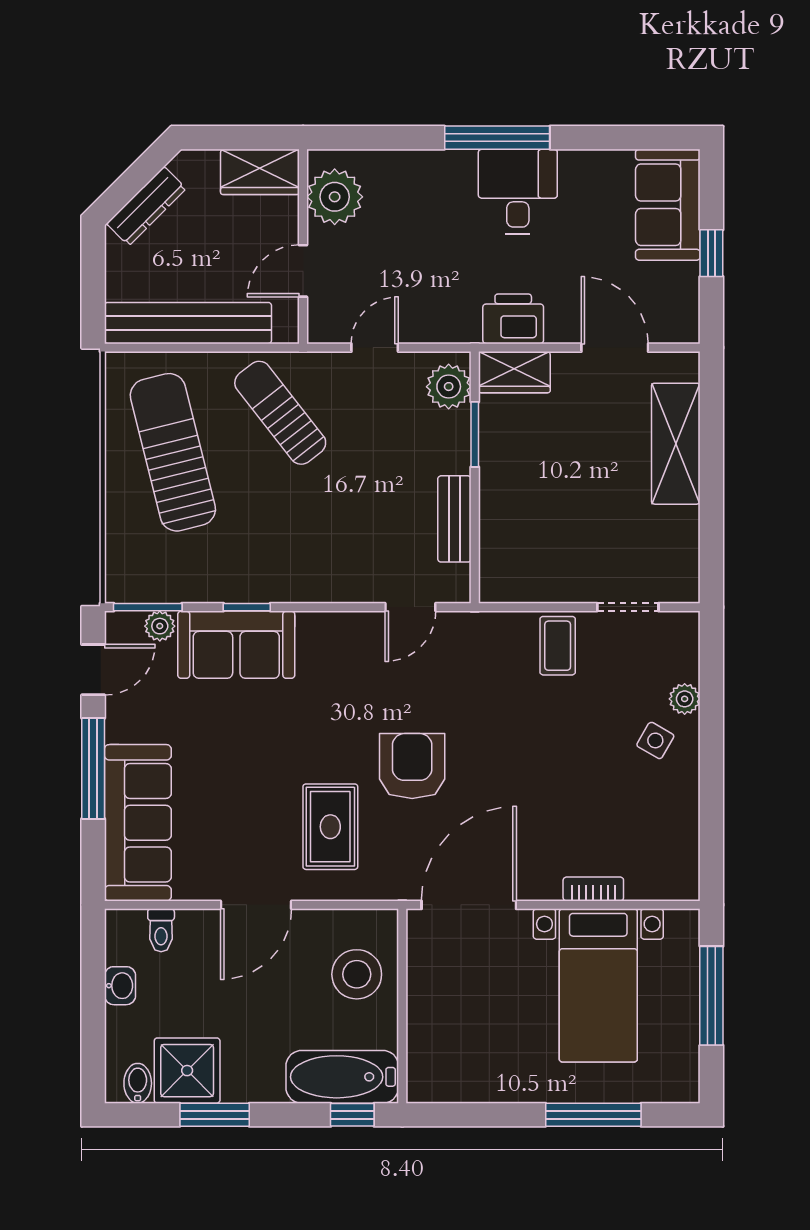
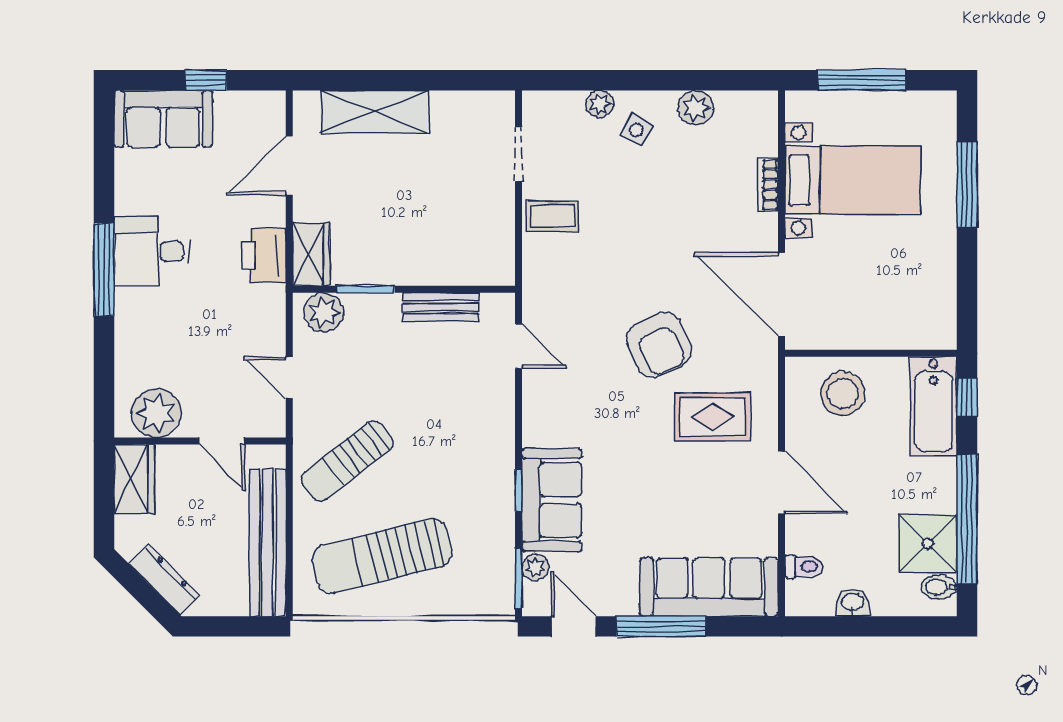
armchair: (412, 766) -> (659, 345), turned -114
plant: (680, 808) -> (696, 108), added
window: (215, 1115) -> (967, 519), width x2.11

